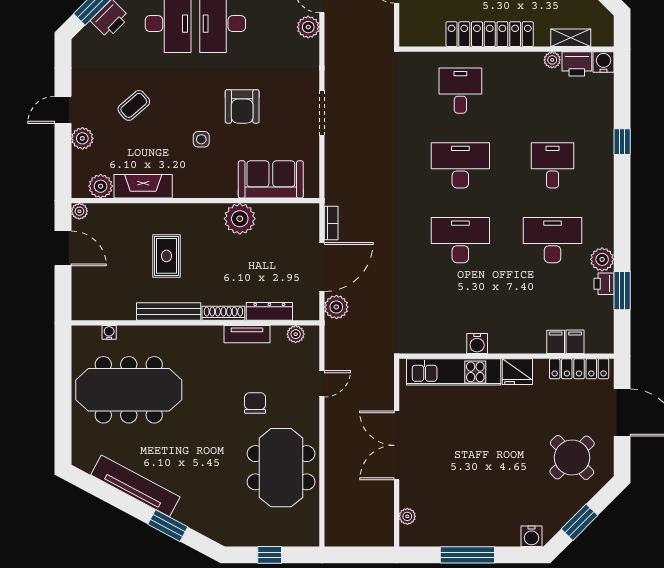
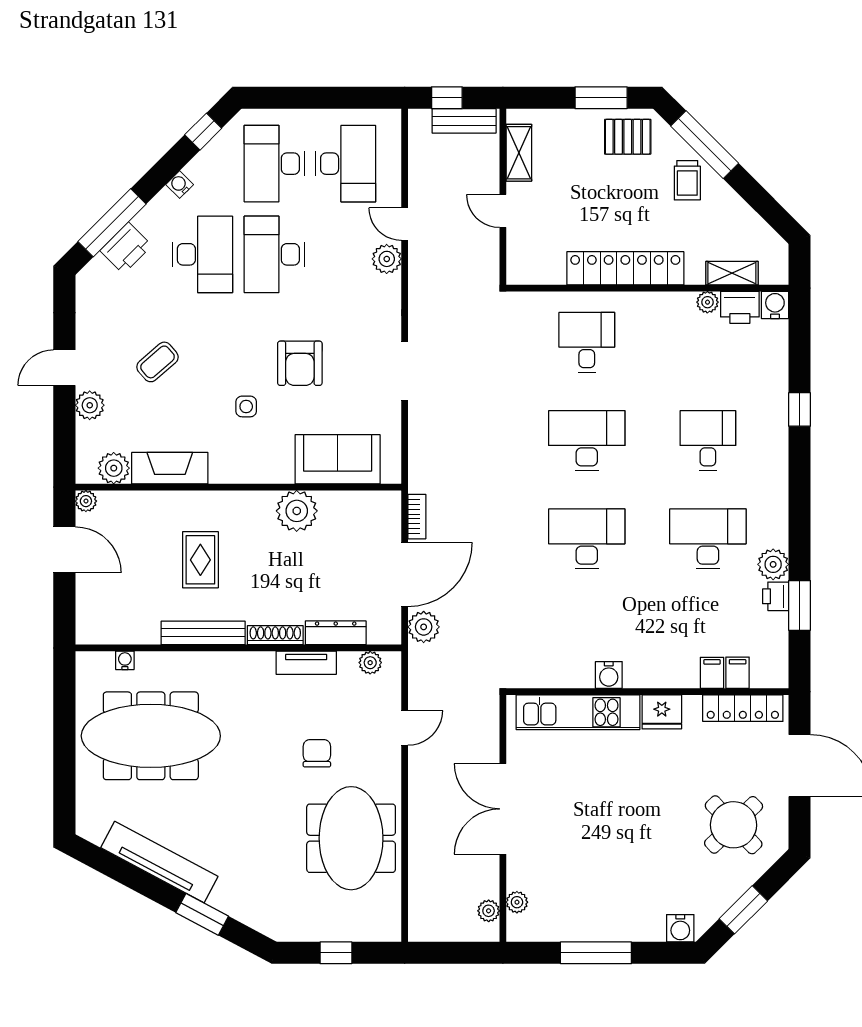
plant: (386, 523) -> (489, 911), added

